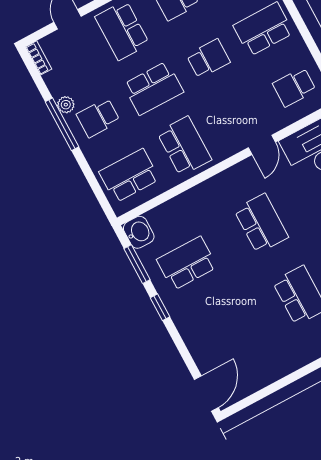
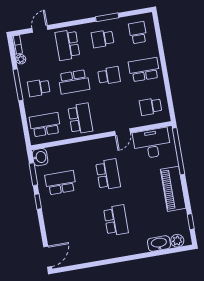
plant: (66, 105) -> (21, 59), moved

